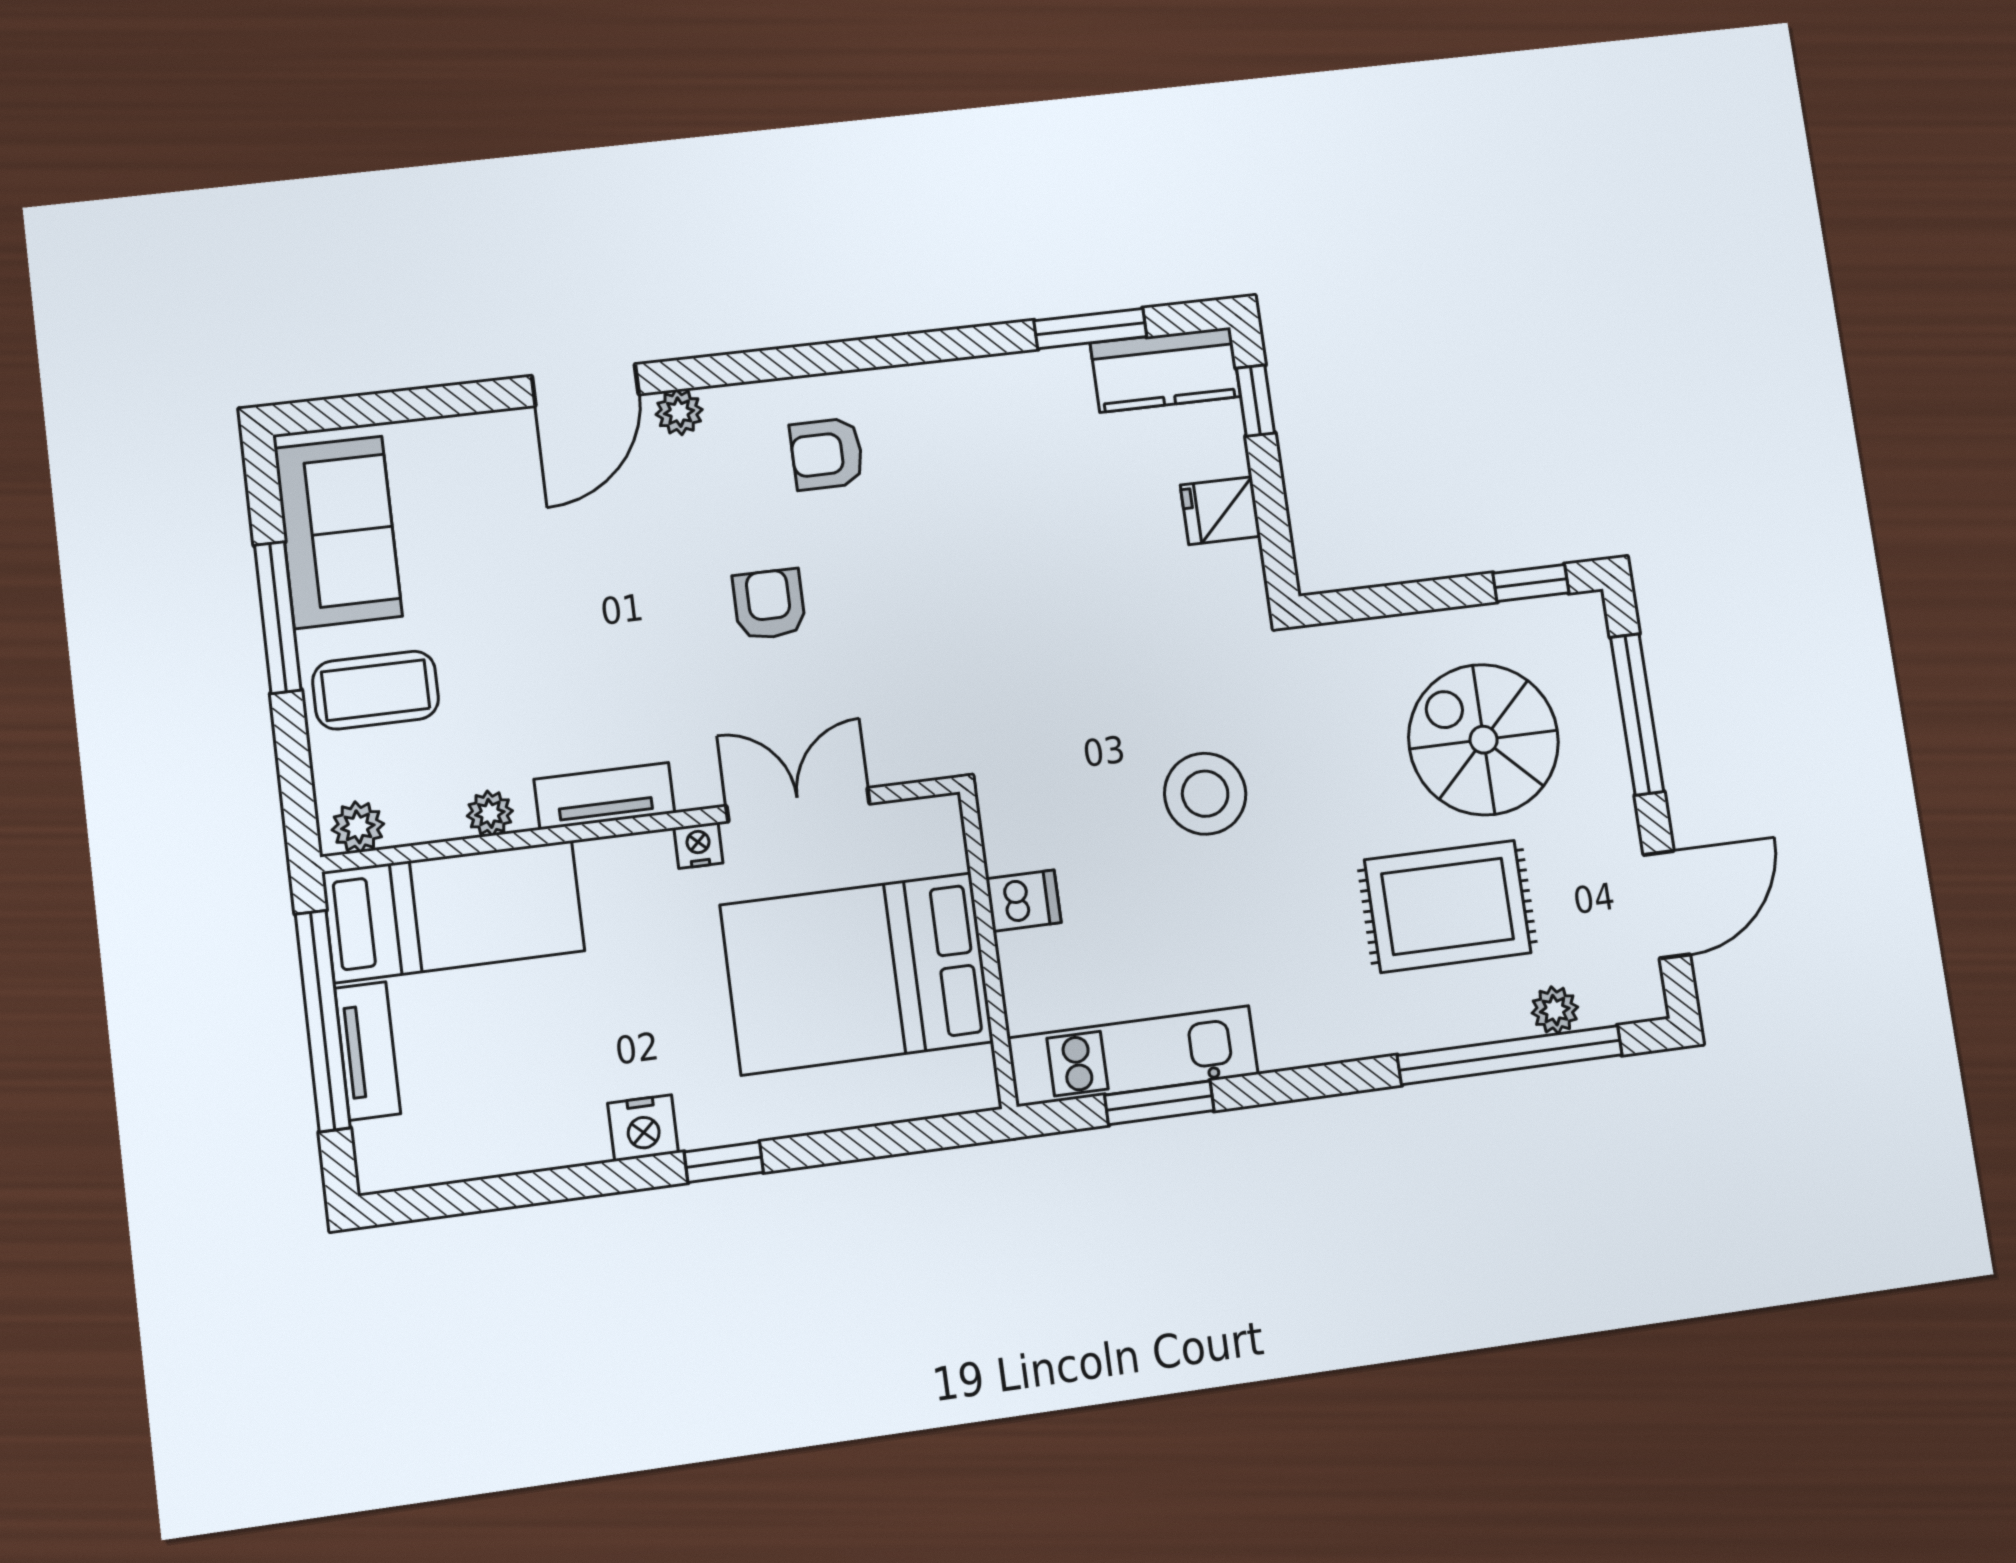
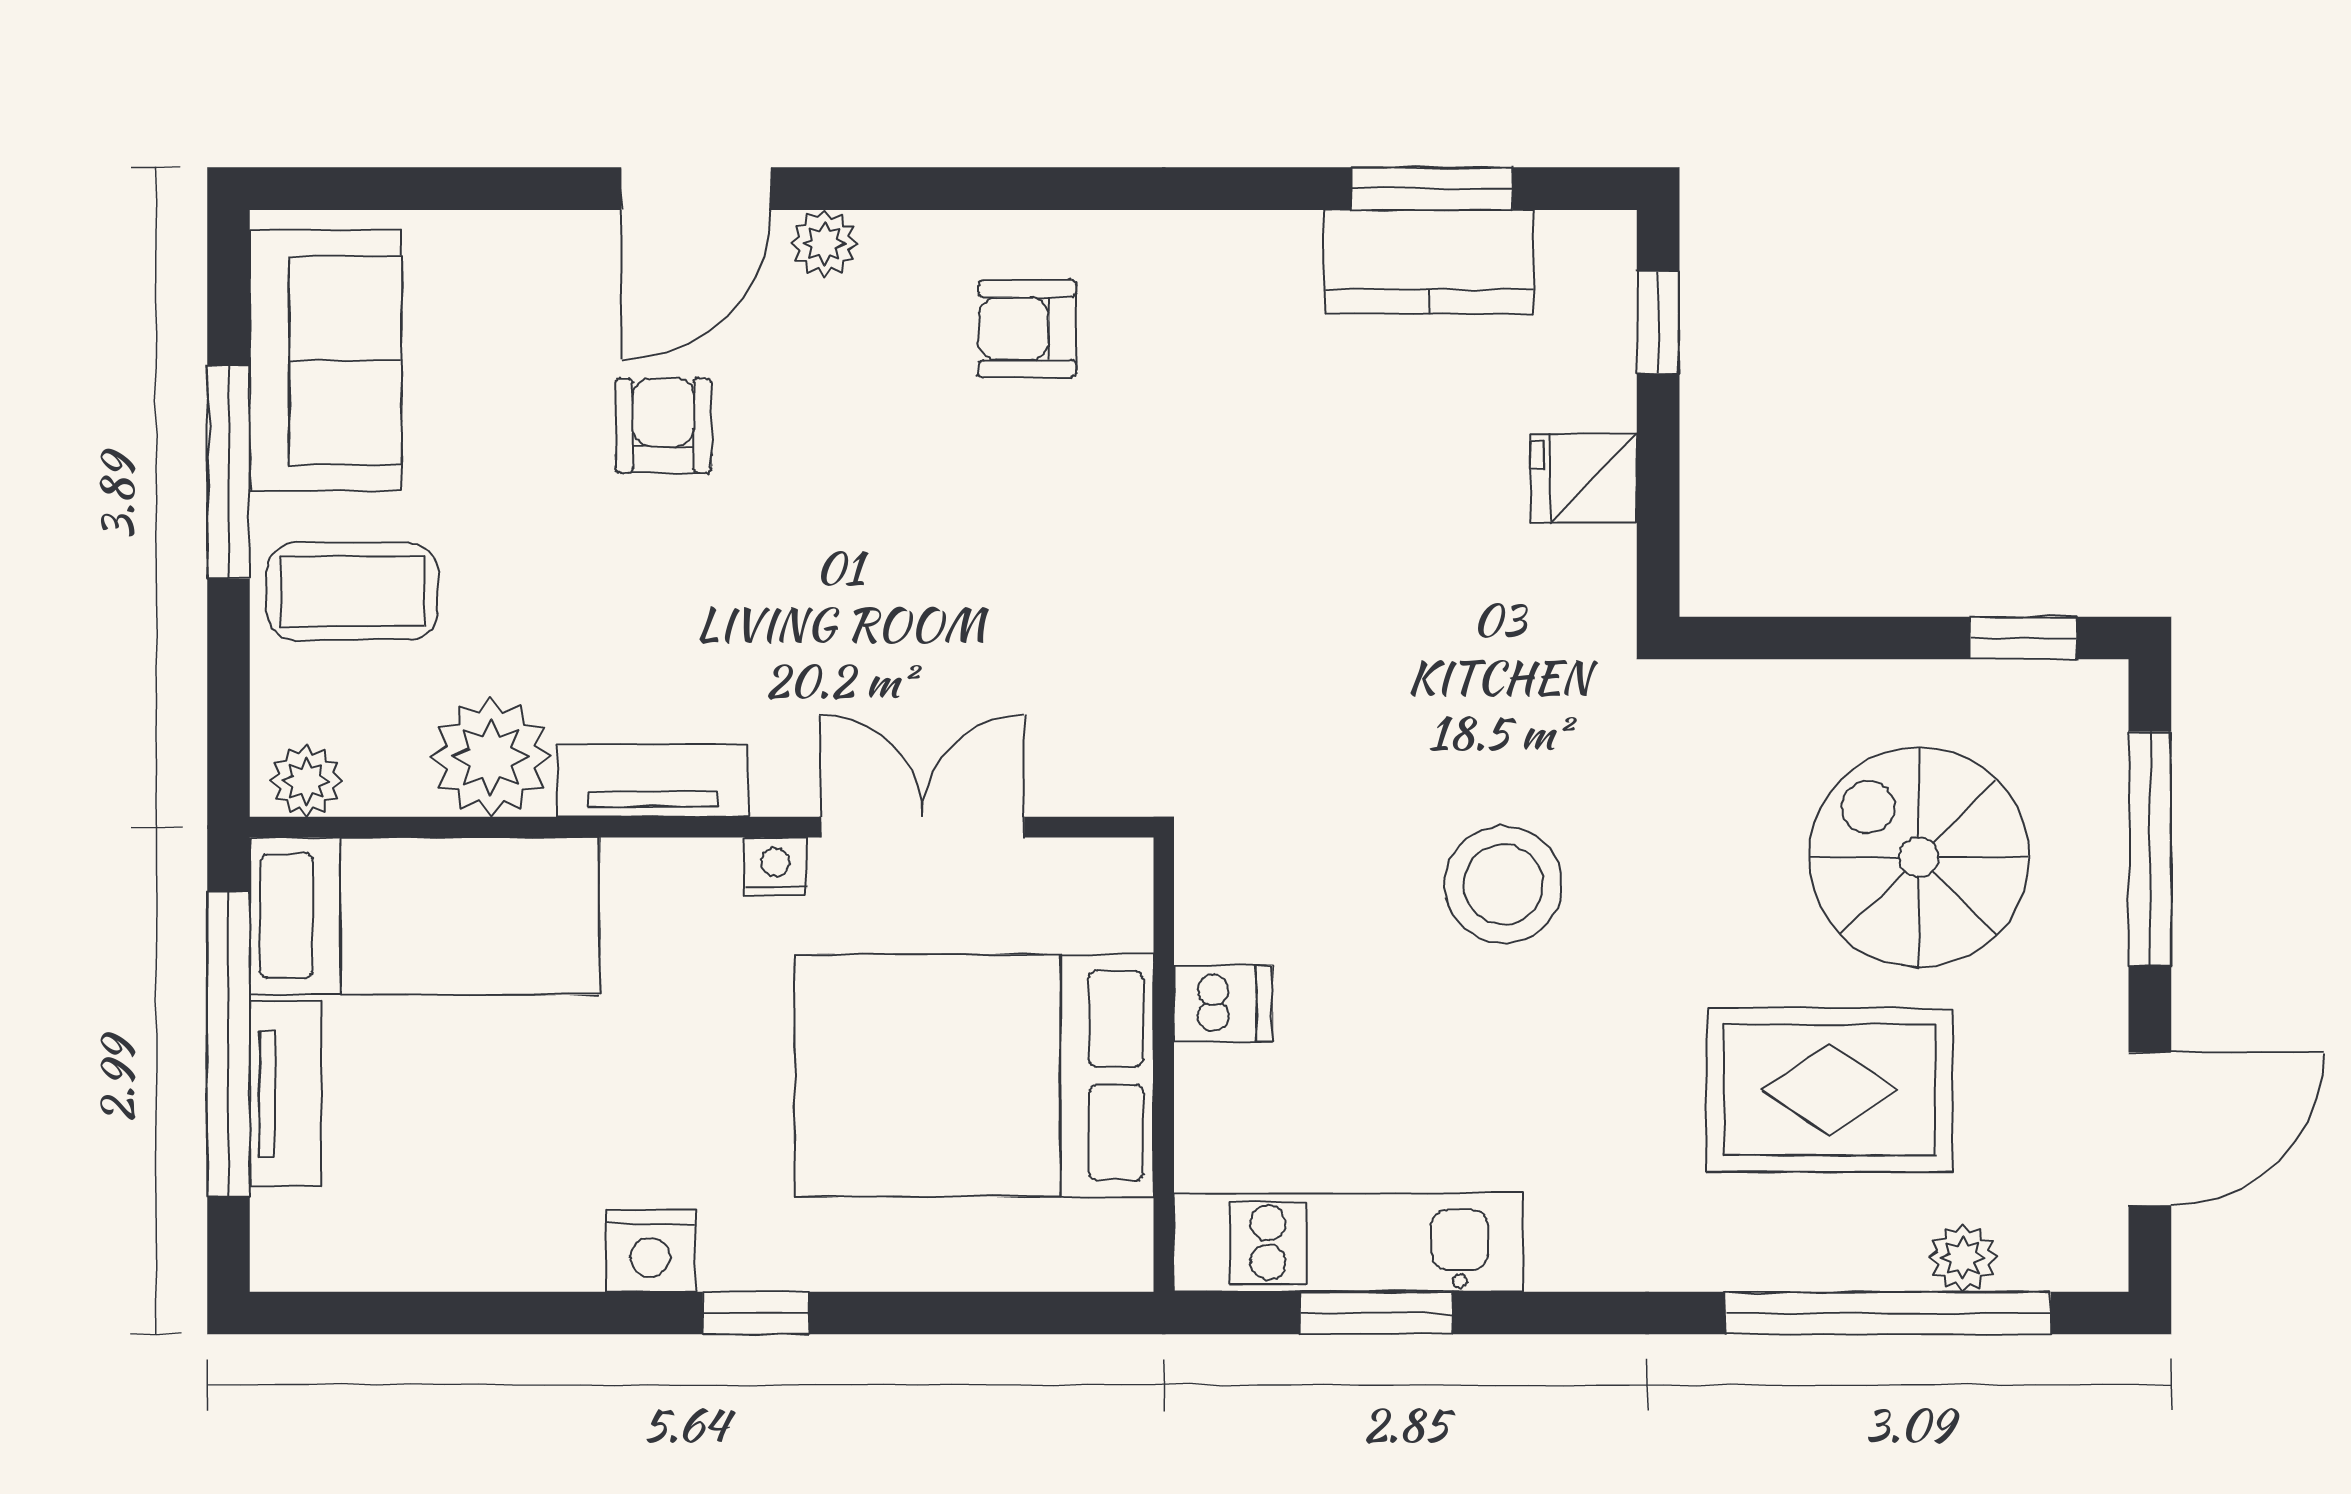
kitchen counter: (1165, 370) -> (1429, 262), moved
armchair: (769, 604) -> (664, 425), moved
plant: (490, 813) -> (491, 757), width x1.88, depth x1.88

